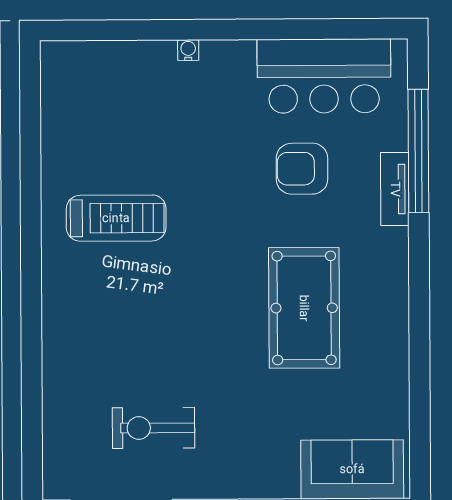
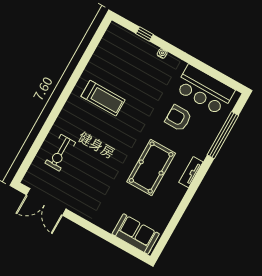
window: (127, 30) -> (145, 34), added
tv unit: (395, 189) -> (191, 172), moved
exercise bike: (154, 428) -> (60, 153), moved, turned -90

